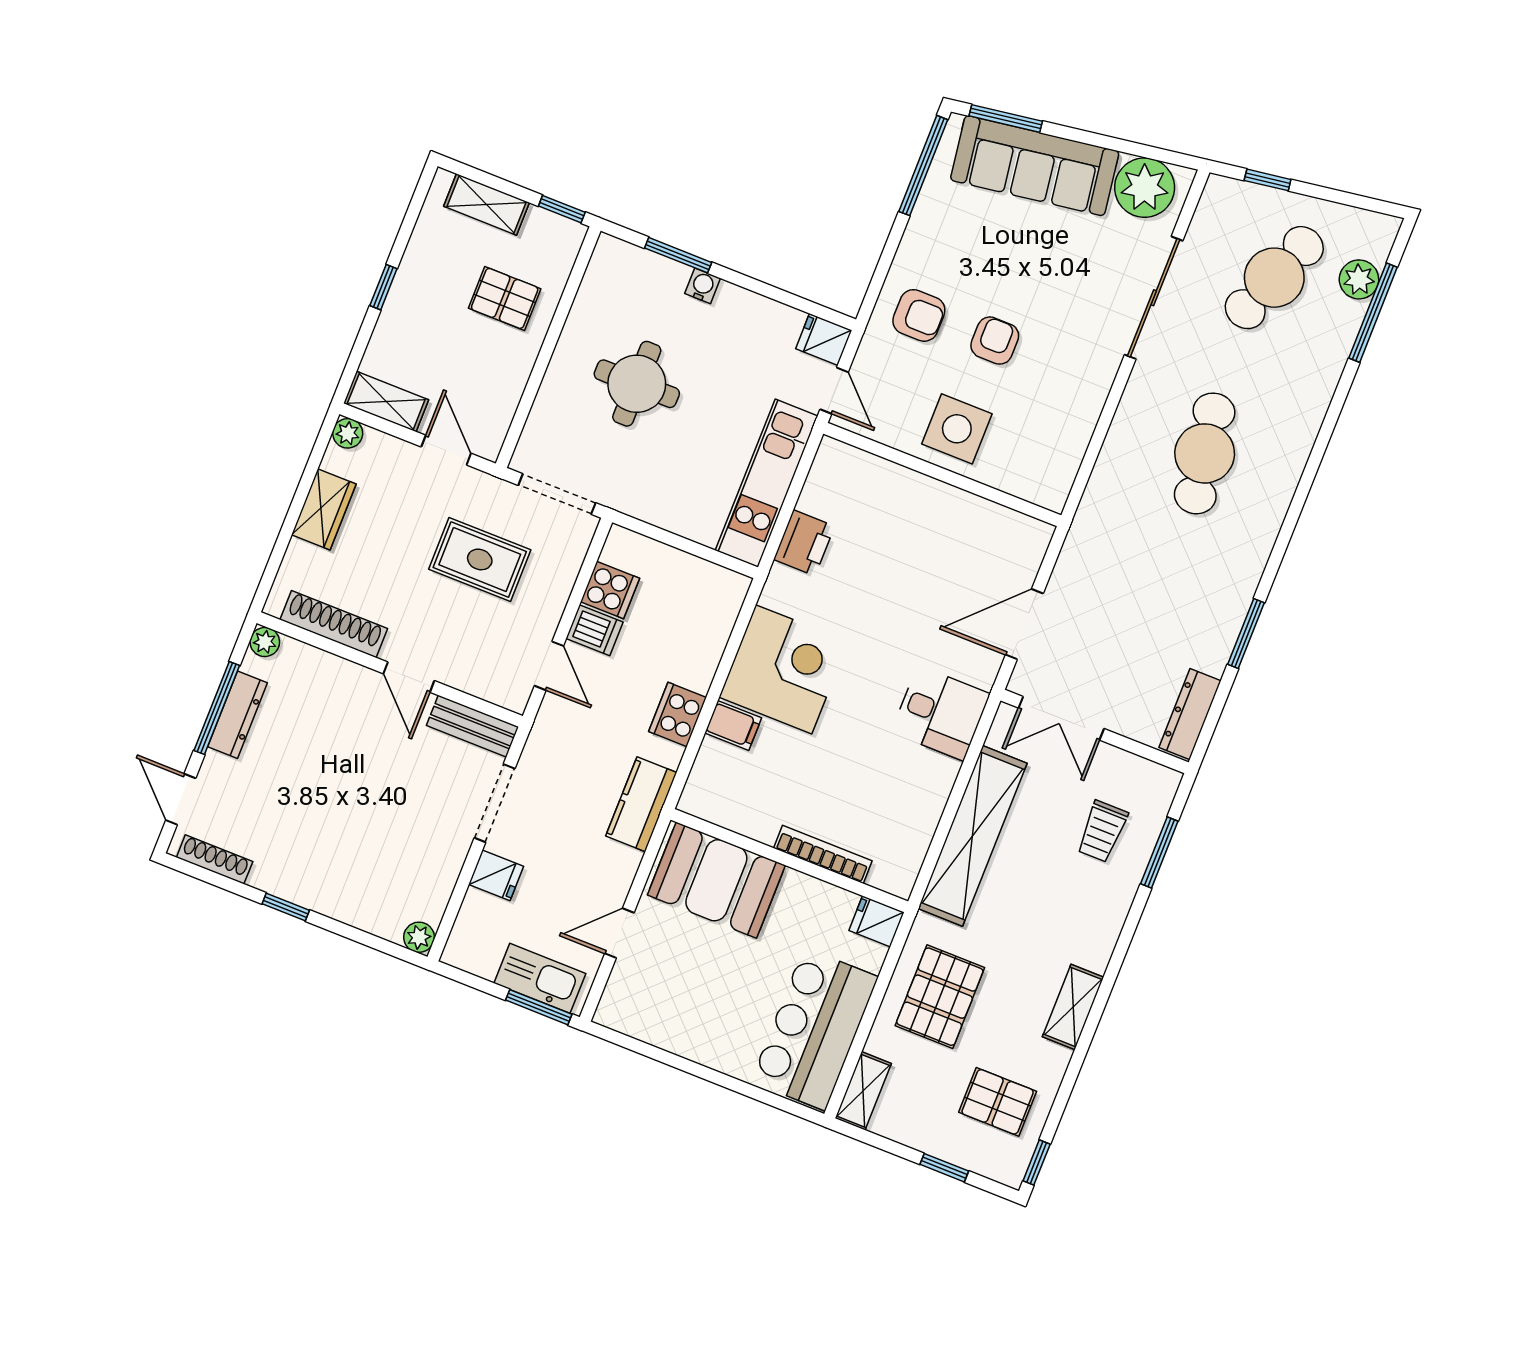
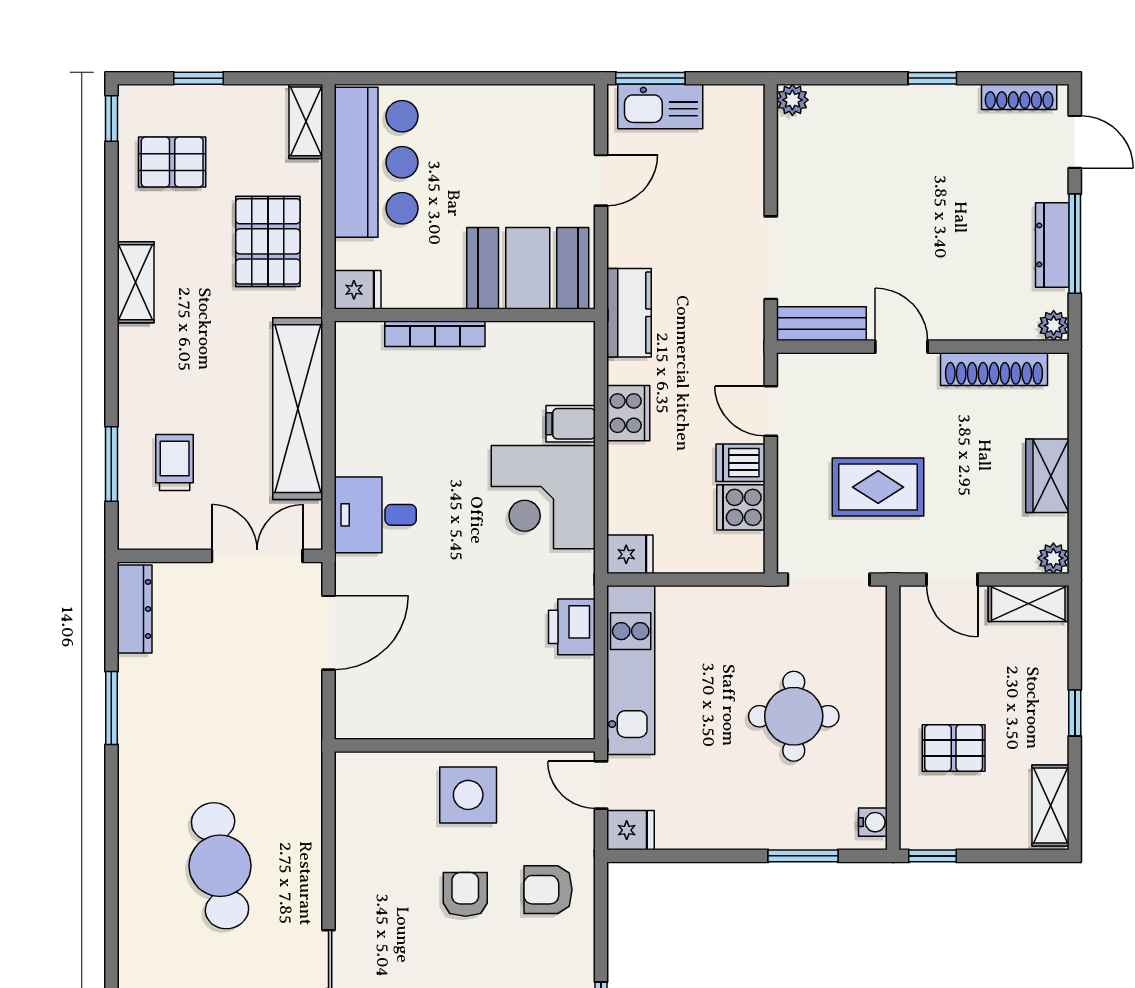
shelving: (487, 204) -> (1050, 805), moved, turned 90
water cooler: (703, 286) -> (873, 822), moved, turned -90
armchair: (995, 341) -> (465, 894), turned 180
fridge: (496, 875) -> (630, 554), moved, turned 180

